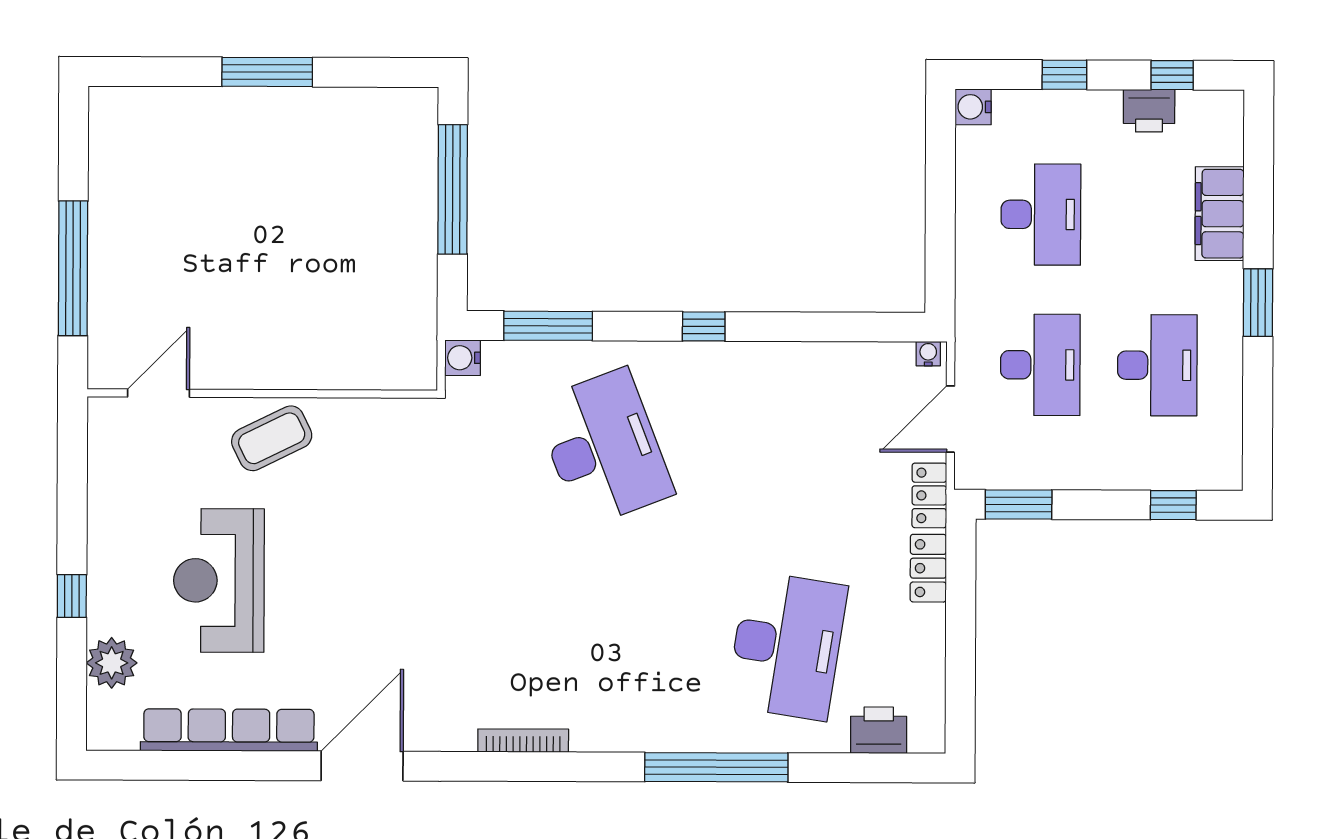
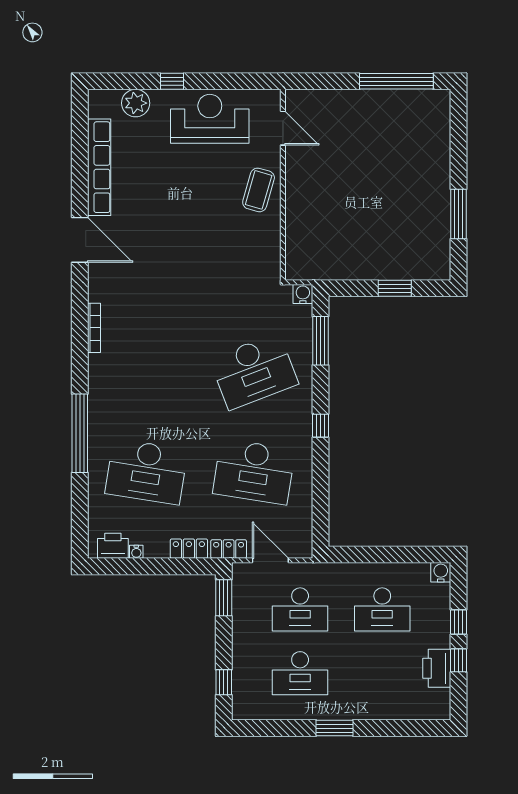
window: (267, 72) -> (458, 214), moved
window: (1172, 75) -> (458, 660), moved
printer: (1149, 111) -> (437, 668), width x1.37, depth x1.19
window: (453, 189) -> (395, 288), width x0.47
filing cabinet: (1220, 214) -> (383, 707), removed
window: (73, 268) -> (396, 81), moved
water cooler: (928, 354) -> (136, 552), moved, turned 90
coffee table: (272, 438) -> (259, 190), turned 42
desk: (788, 449) -> (254, 472), added
reception desk: (219, 580) -> (210, 119), moved
printer: (879, 730) -> (113, 546), moved, turned -90

